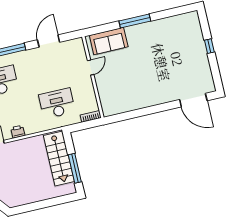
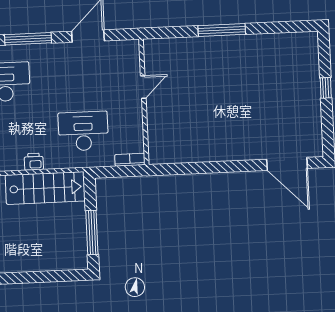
sofa: (109, 41) -> (177, 53), removed
printer: (18, 132) -> (34, 162), moved
stairs: (59, 159) -> (45, 188), moved, turned -90

